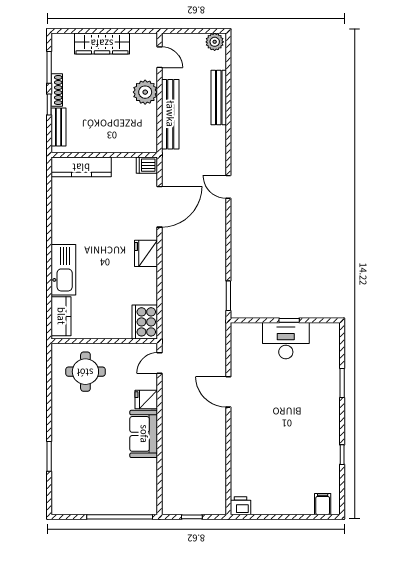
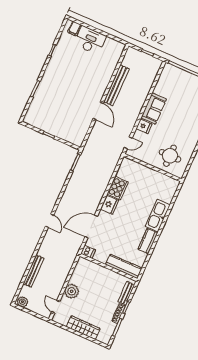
bench: (170, 114) -> (116, 85), moved
kitchen counter: (61, 316) -> (148, 241), moved
cooker: (145, 322) -> (118, 188), moved
desk: (286, 341) -> (90, 40), moved, turned 180
printer: (241, 506) -> (119, 47), removed

